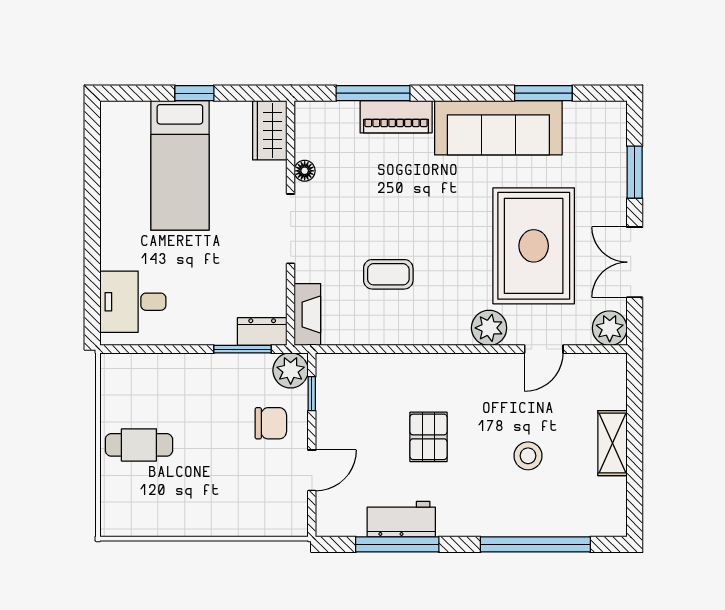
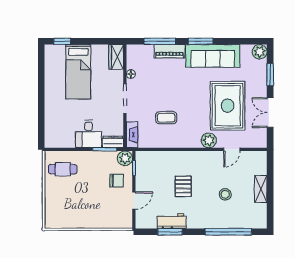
window: (194, 93) -> (62, 41), moved
window: (543, 93) -> (201, 41), moved
desk: (133, 302) -> (89, 134), moved, turned -90
plant: (610, 328) -> (260, 52), moved
cafe table: (139, 445) -> (63, 169), moved
window: (397, 544) -> (170, 232), width x0.69

